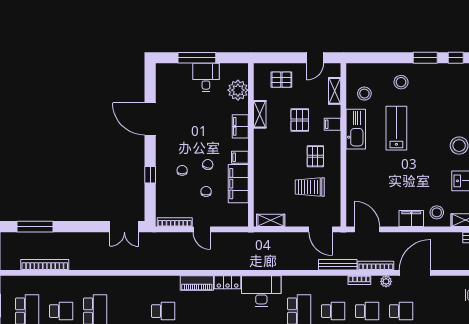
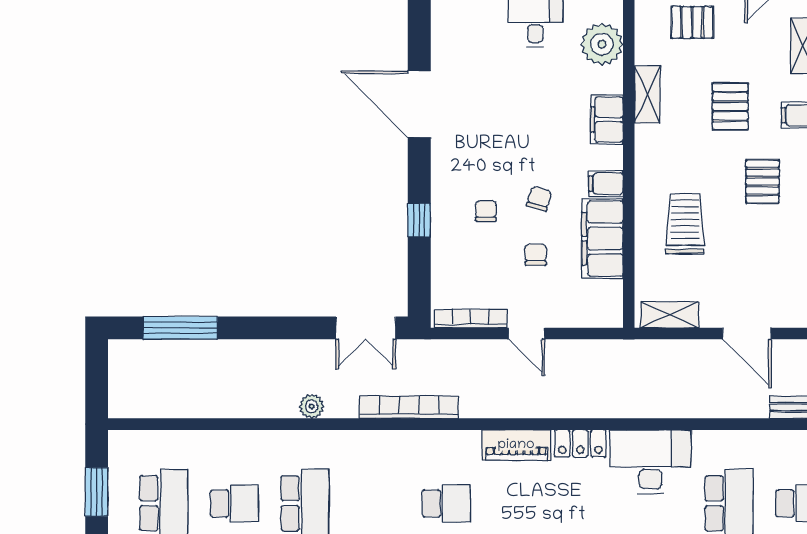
trolley: (310, 187) -> (685, 224), moved, turned 90
door: (321, 229) -> (747, 334), moved
plant: (98, 264) -> (312, 406), added
bookcase: (45, 265) -> (409, 407), moved

